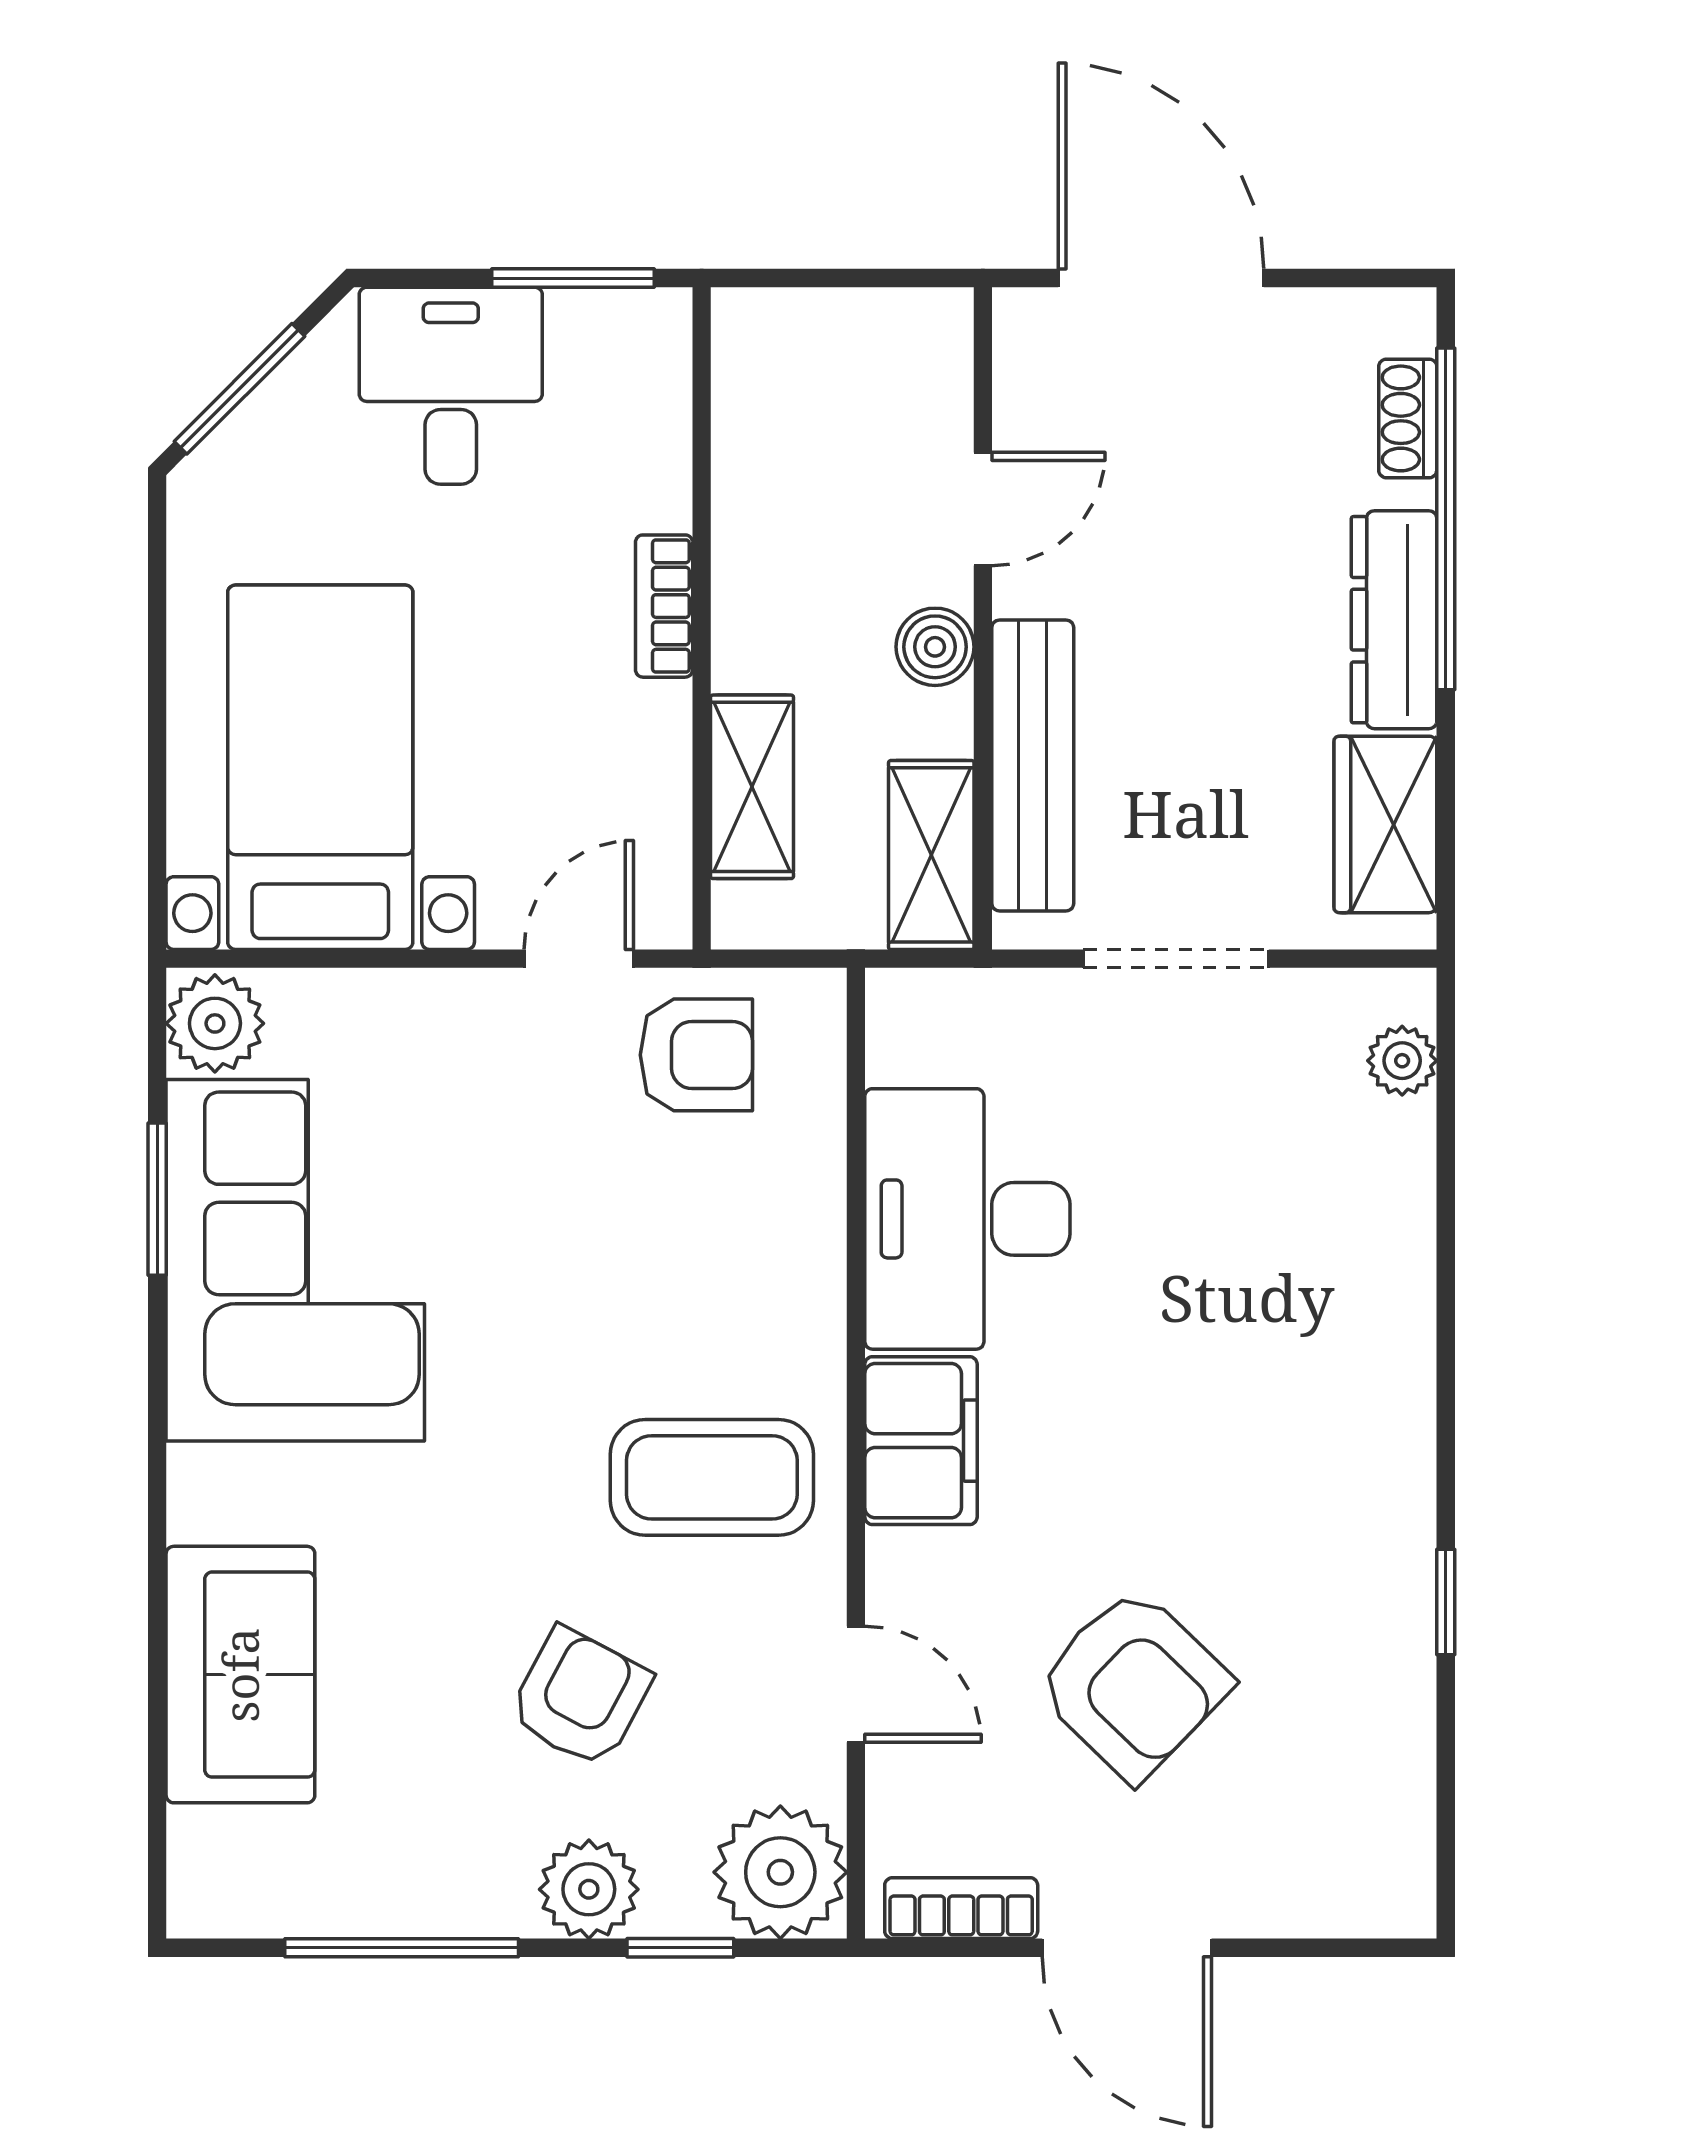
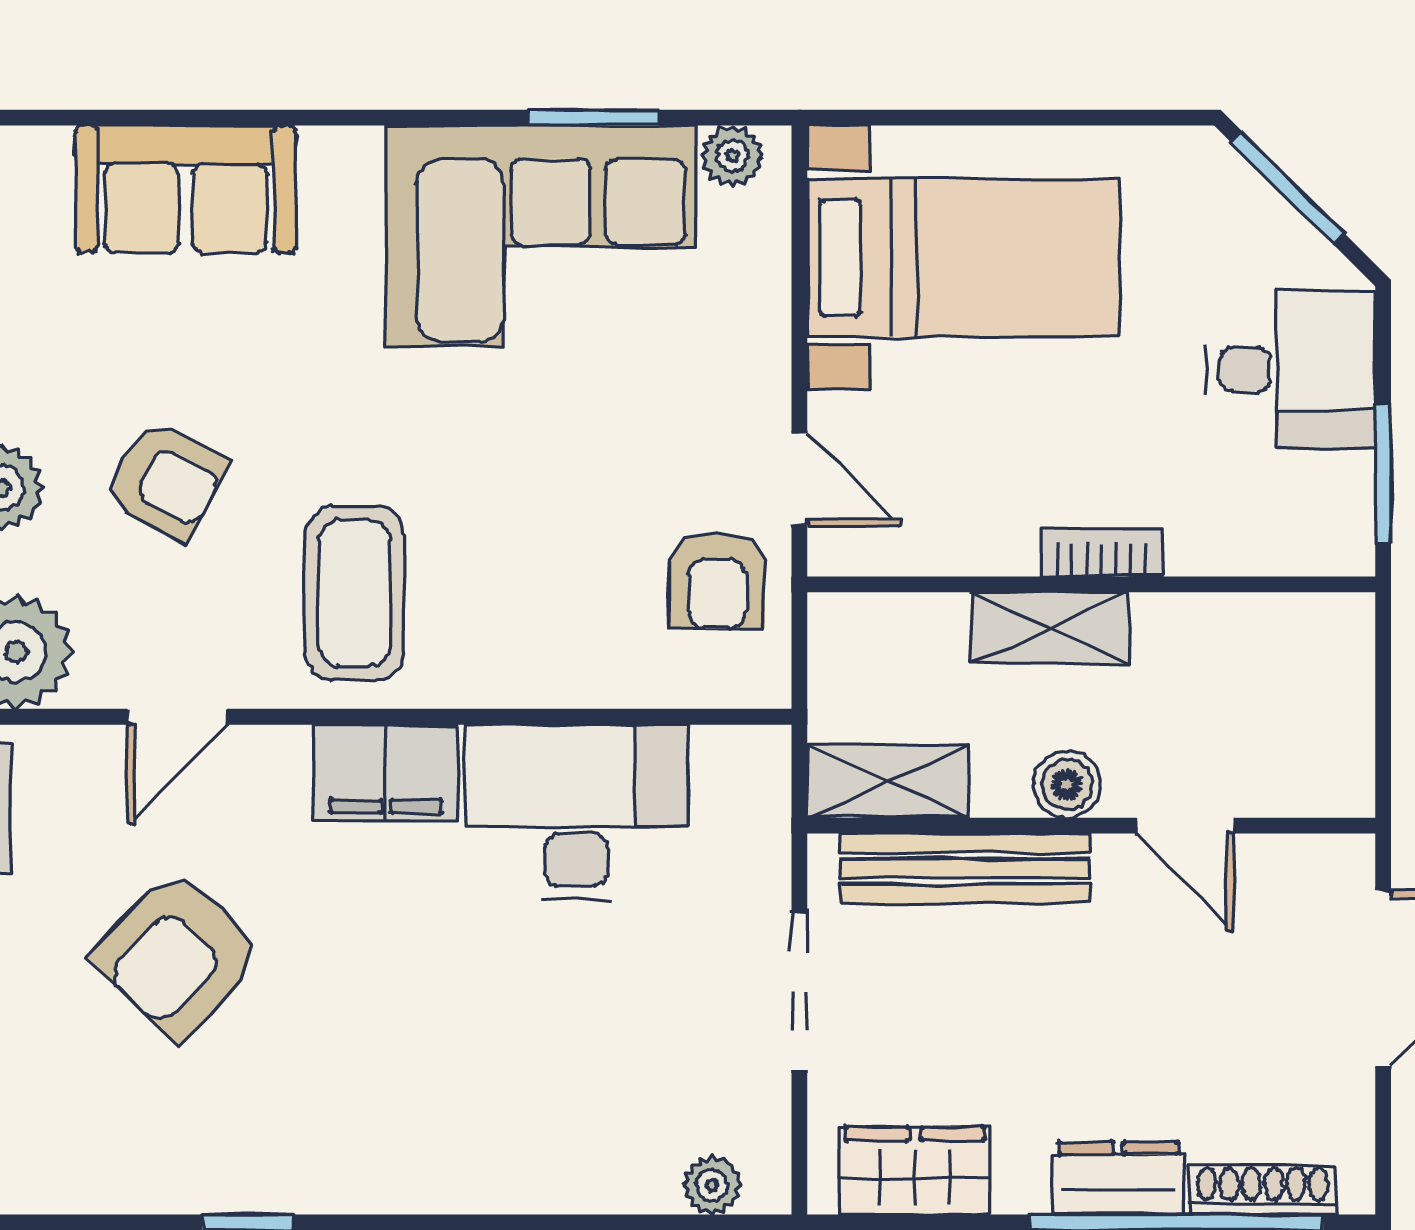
shoe rack: (1408, 418) -> (1263, 1190), width x1.43
dresser: (1394, 620) -> (1119, 1178), width x0.70
shelving: (752, 787) -> (1050, 628), moved
plant: (215, 1023) -> (733, 156), width x0.73, depth x0.73

